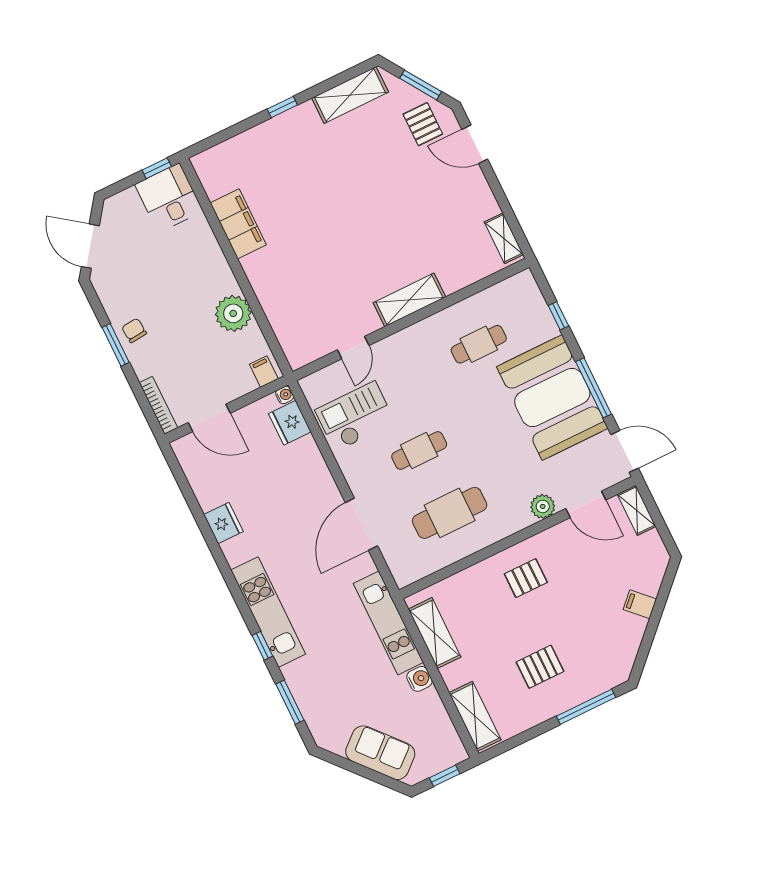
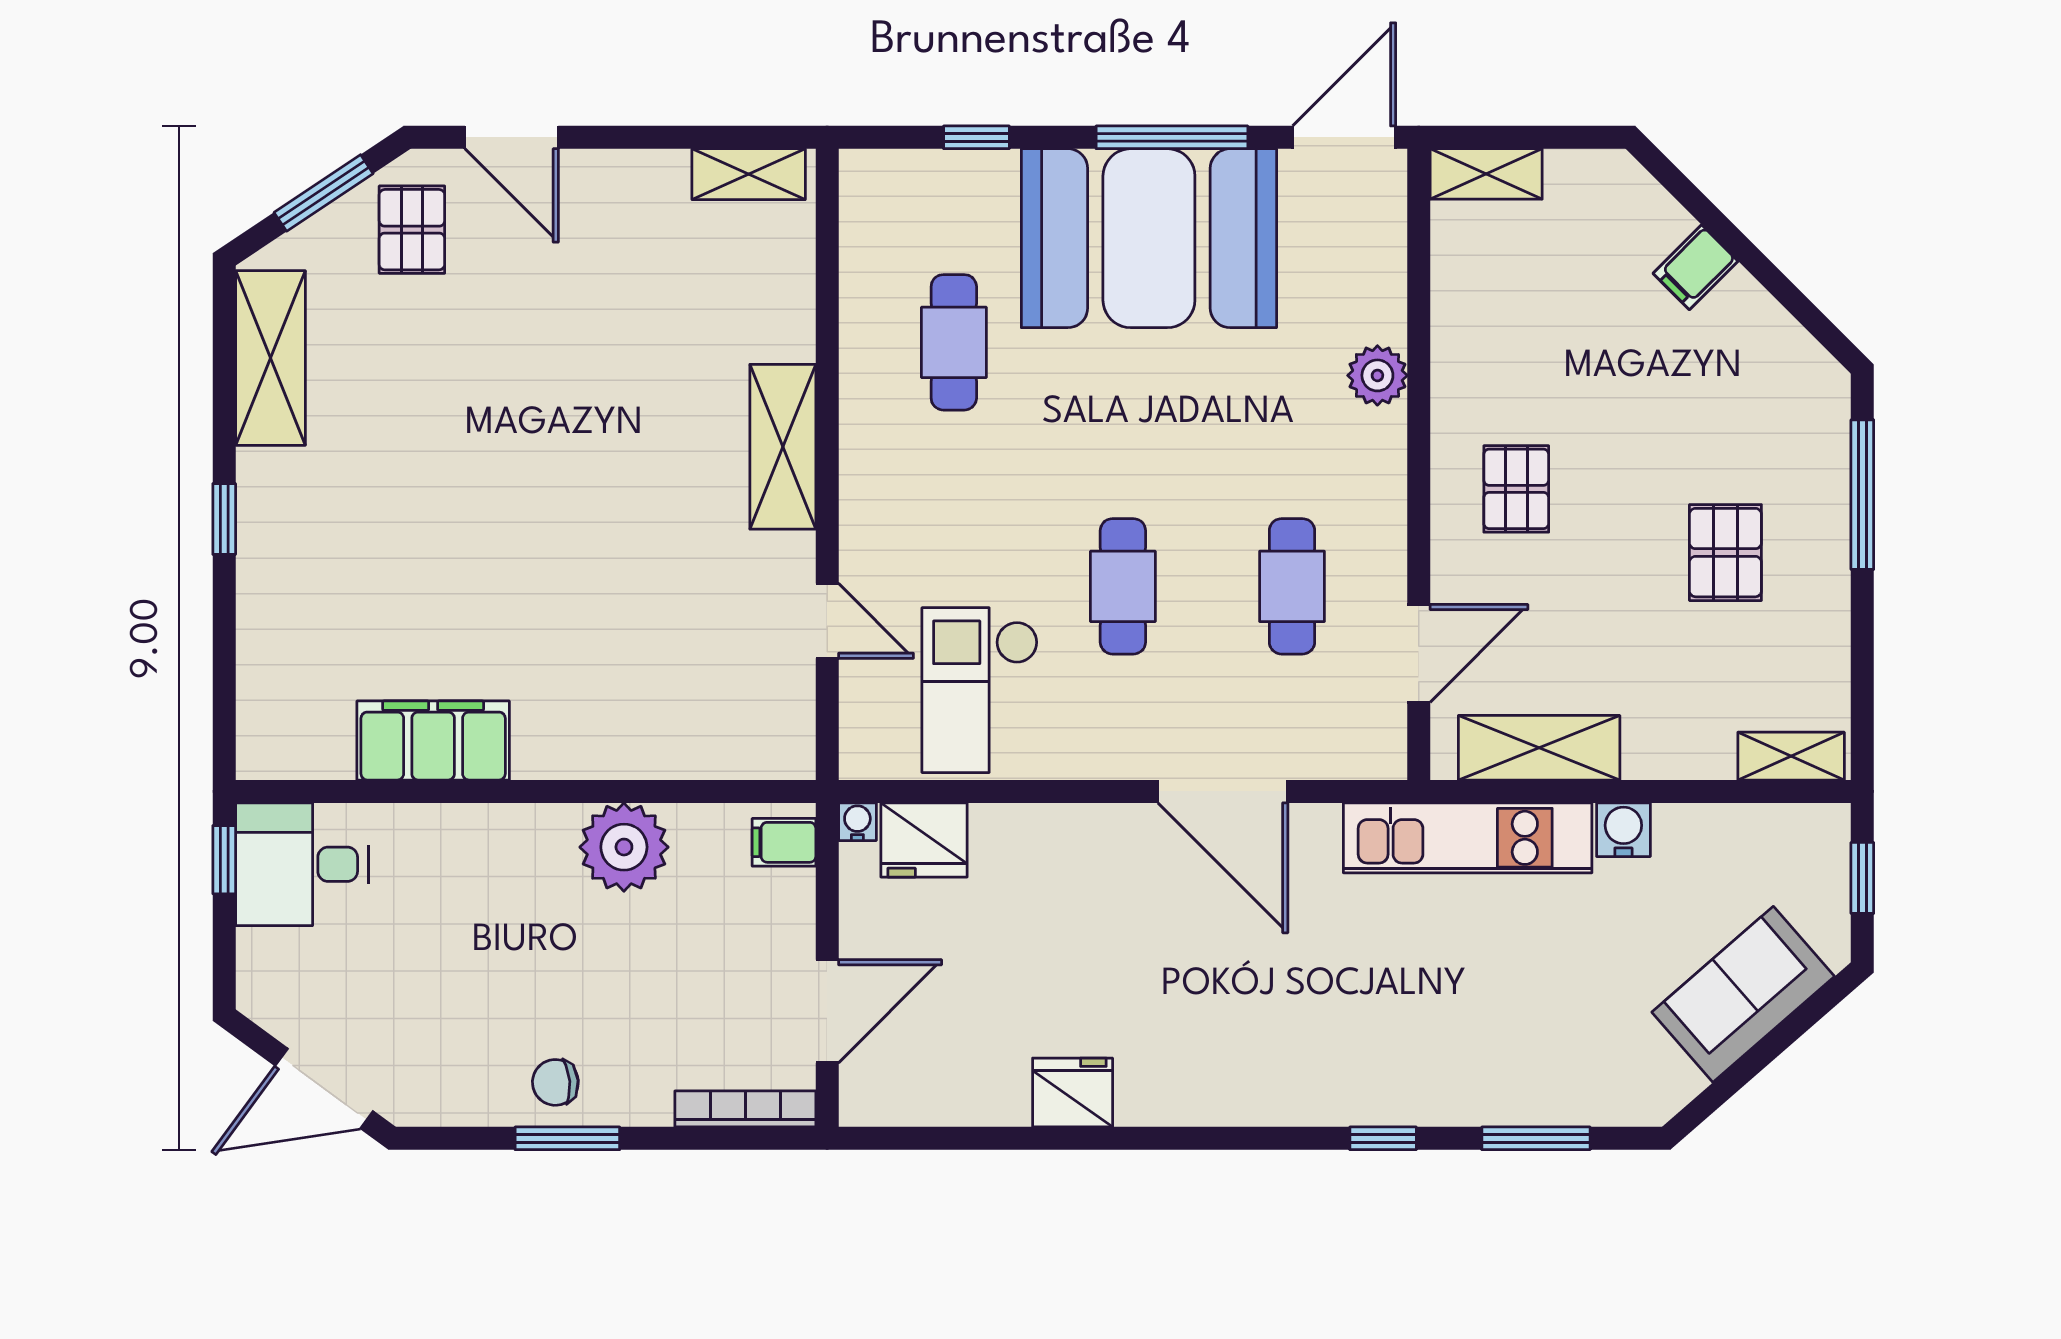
pallet: (423, 124) -> (412, 230), turned 90
door: (475, 144) -> (512, 137), hinge flipped
door: (586, 504) -> (1419, 653), moved
cafe table: (450, 513) -> (1292, 586), width x0.73, depth x0.74
kitchen unit: (268, 612) -> (1315, 1090), removed
shelving: (475, 716) -> (1791, 756), width x0.67, depth x0.75

